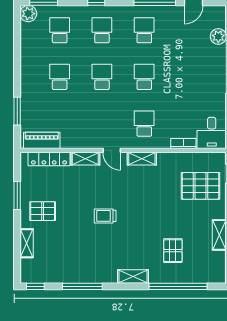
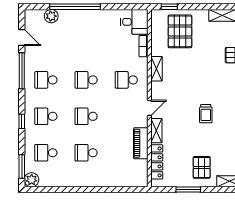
window: (17, 111) -> (116, 189), removed
piano: (42, 140) -> (141, 143), moved
shelving: (142, 159) -> (156, 69), moved

